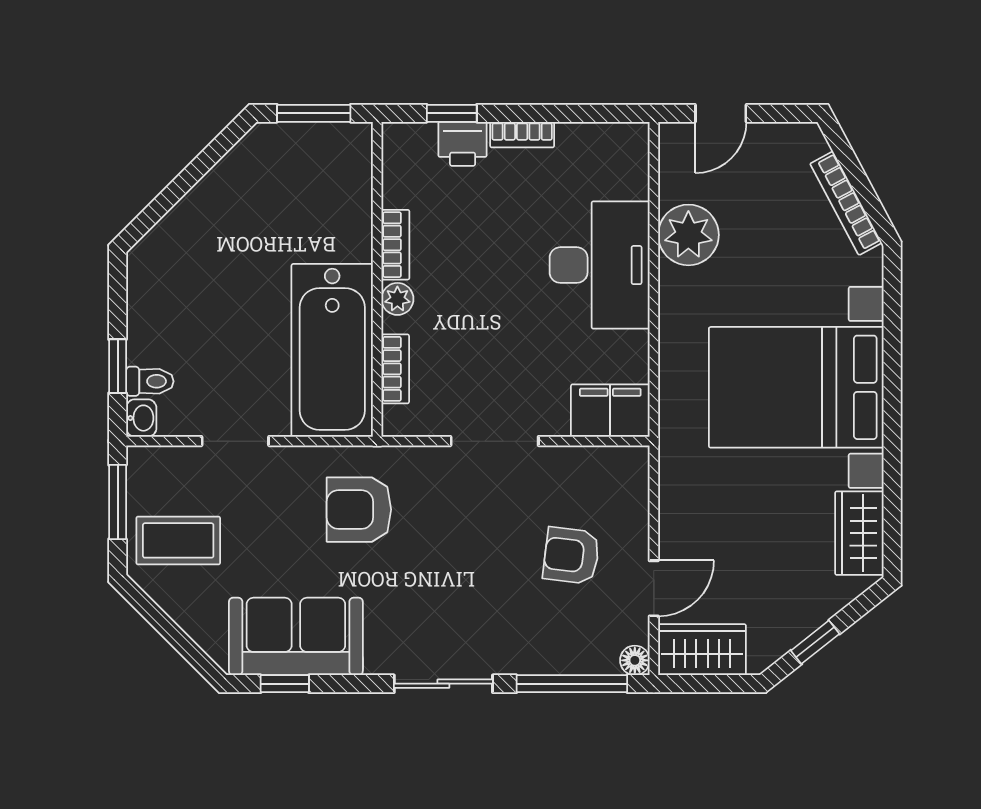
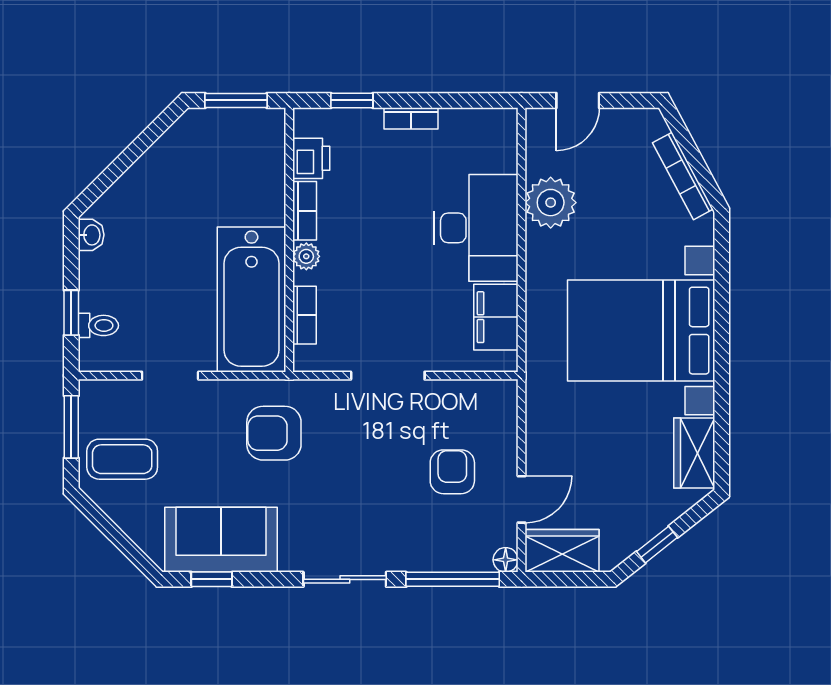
printer: (463, 144) -> (311, 158), moved, turned -90
filing cabinet: (610, 411) -> (496, 317), moved, turned -90
washbasin: (141, 418) -> (91, 235), moved
armchair: (571, 556) -> (452, 472), turned 83

